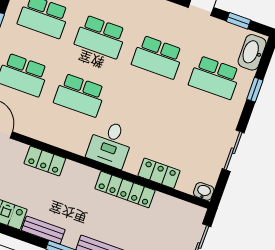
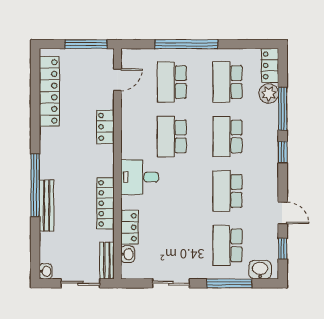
washbasin: (252, 52) -> (260, 270), width x0.72
window: (255, 90) -> (229, 283), width x2.17
washbasin: (204, 191) -> (128, 254), moved
bench: (43, 230) -> (107, 261), moved

